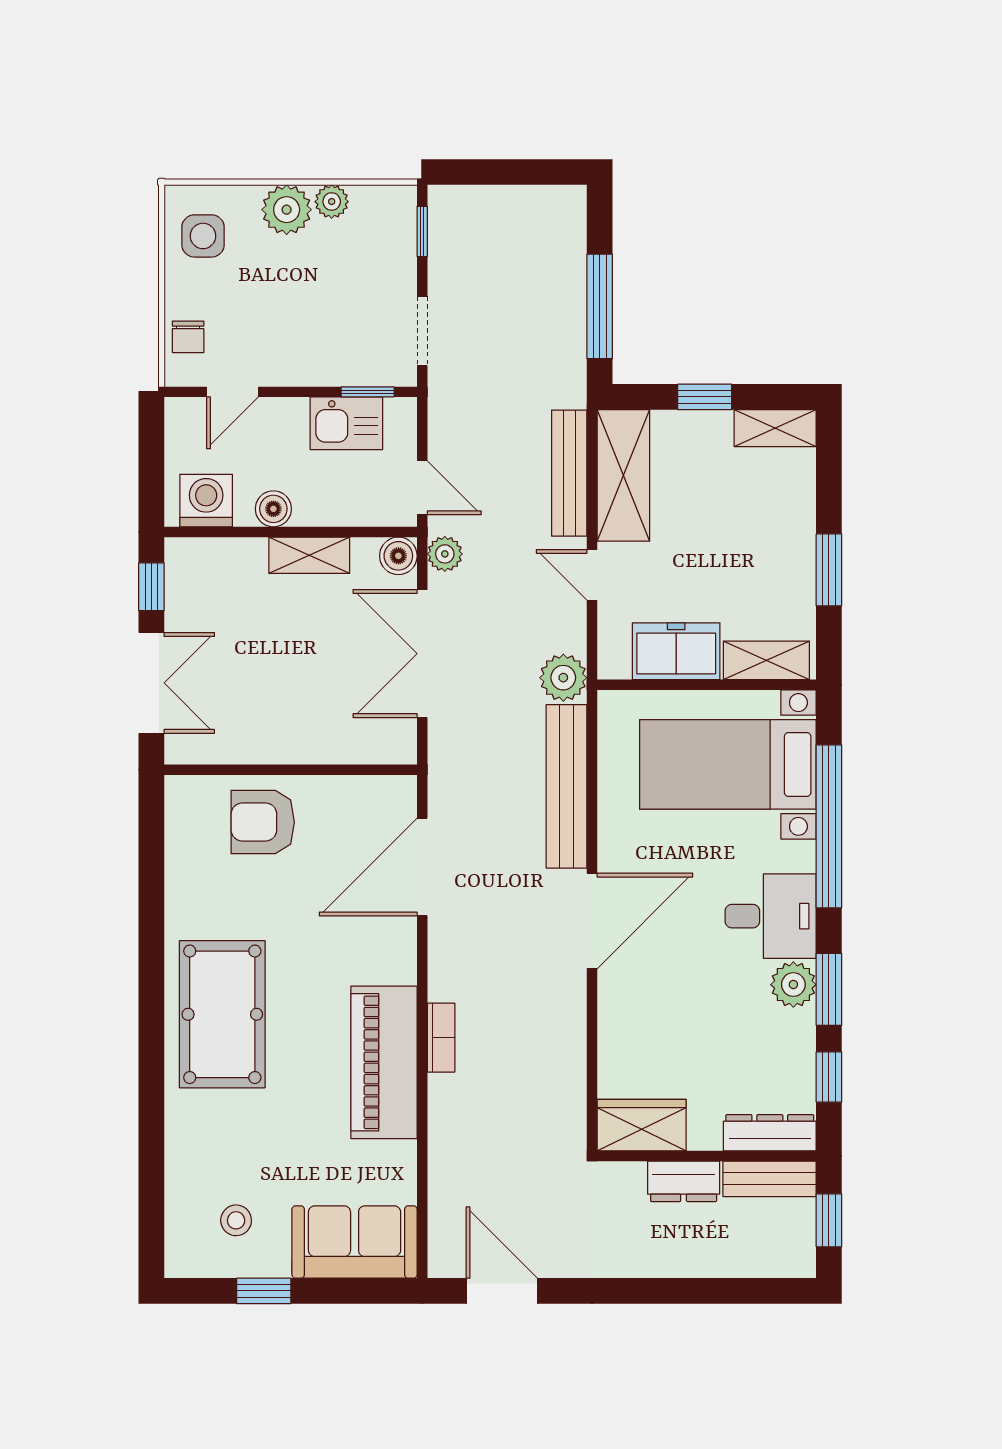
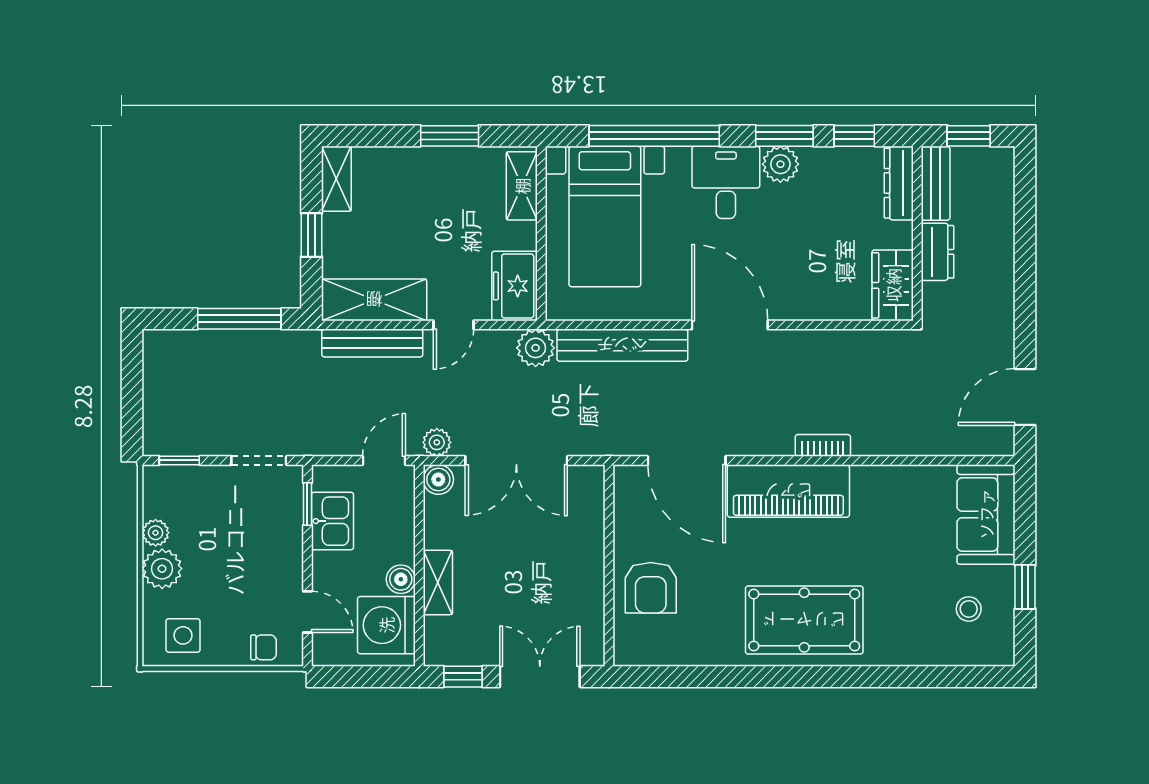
washing machine: (206, 501) -> (386, 625), width x1.37, depth x1.37
shelving: (309, 555) -> (438, 583), moved
freezer: (676, 651) -> (514, 286), moved
piano: (384, 1062) -> (788, 491), moved

